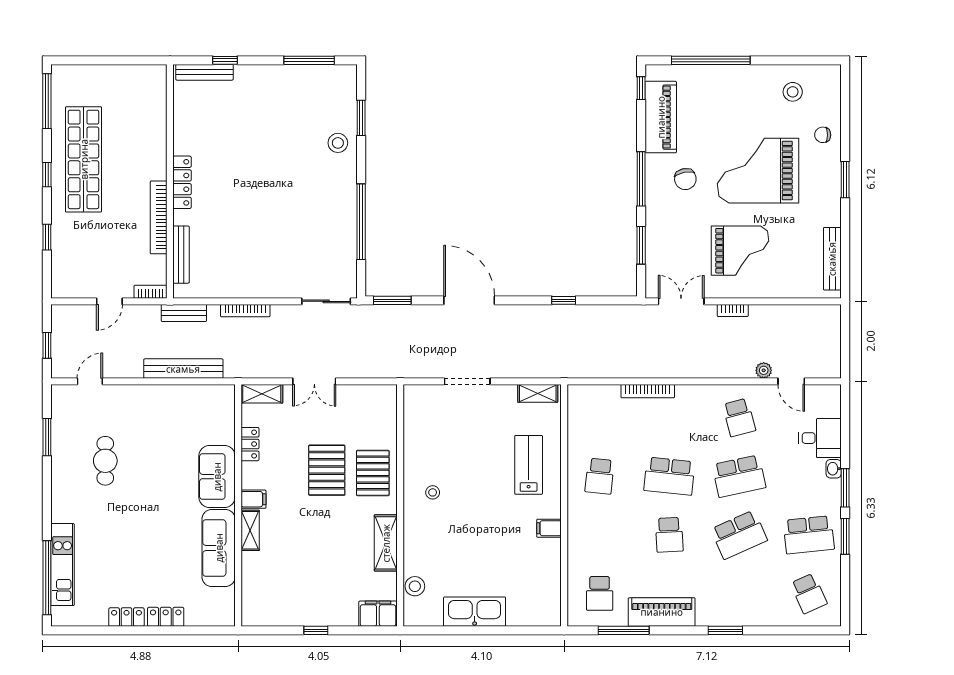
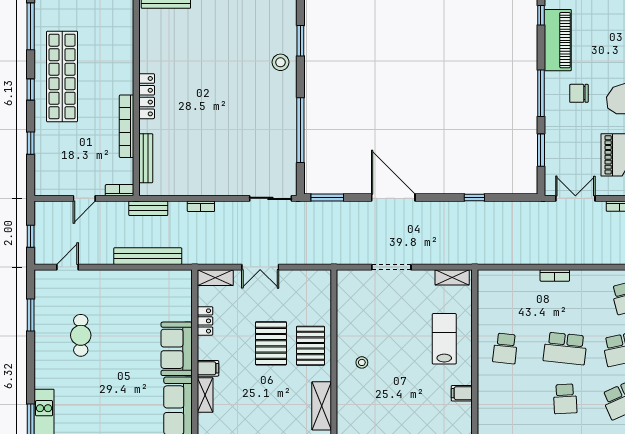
chair: (685, 179) -> (579, 93), turned 101
bookcase: (245, 311) -> (201, 206), width x0.64
bookcase: (648, 391) -> (555, 276), width x0.64

